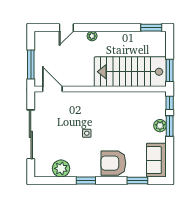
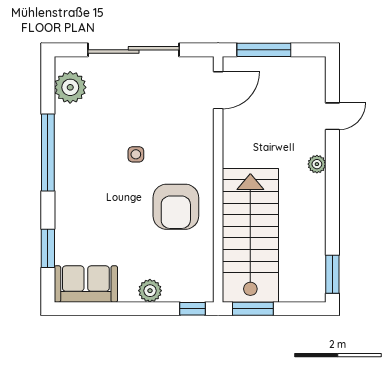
door: (66, 28) -> (332, 116), swing flipped
window: (170, 126) -> (149, 309), removed
armchair: (113, 163) -> (176, 207), moved, turned 180
plant: (61, 168) -> (70, 87), moved
window: (86, 180) -> (48, 153), width x2.11

